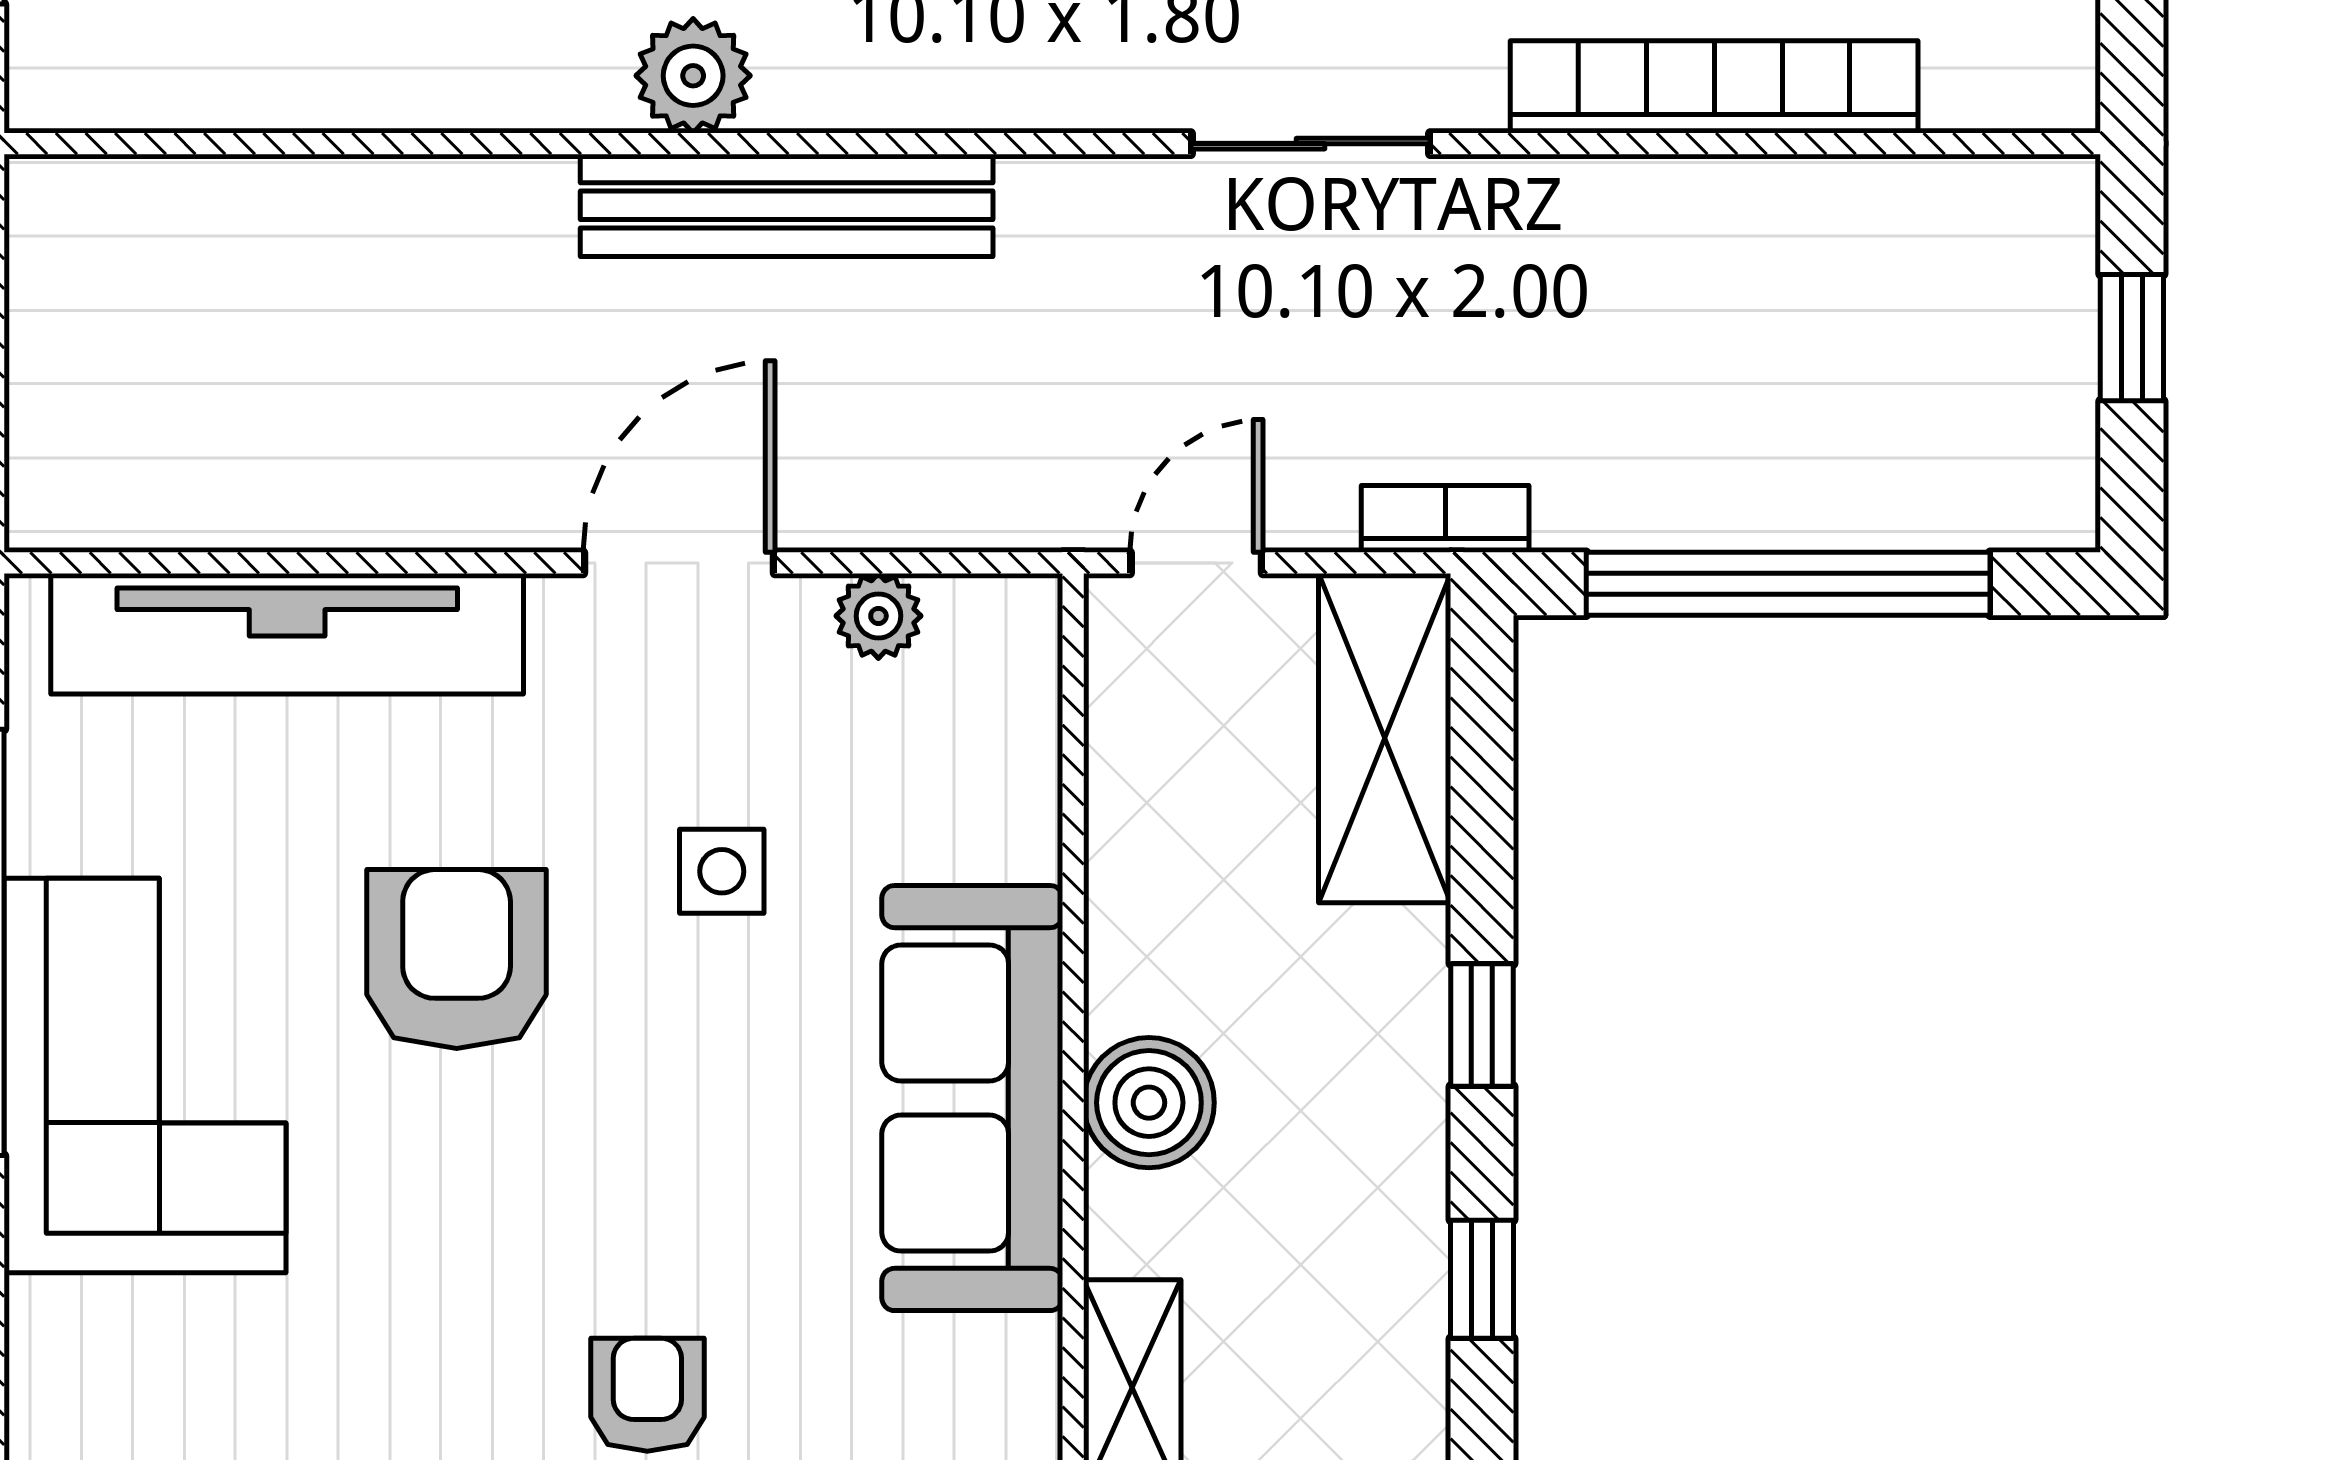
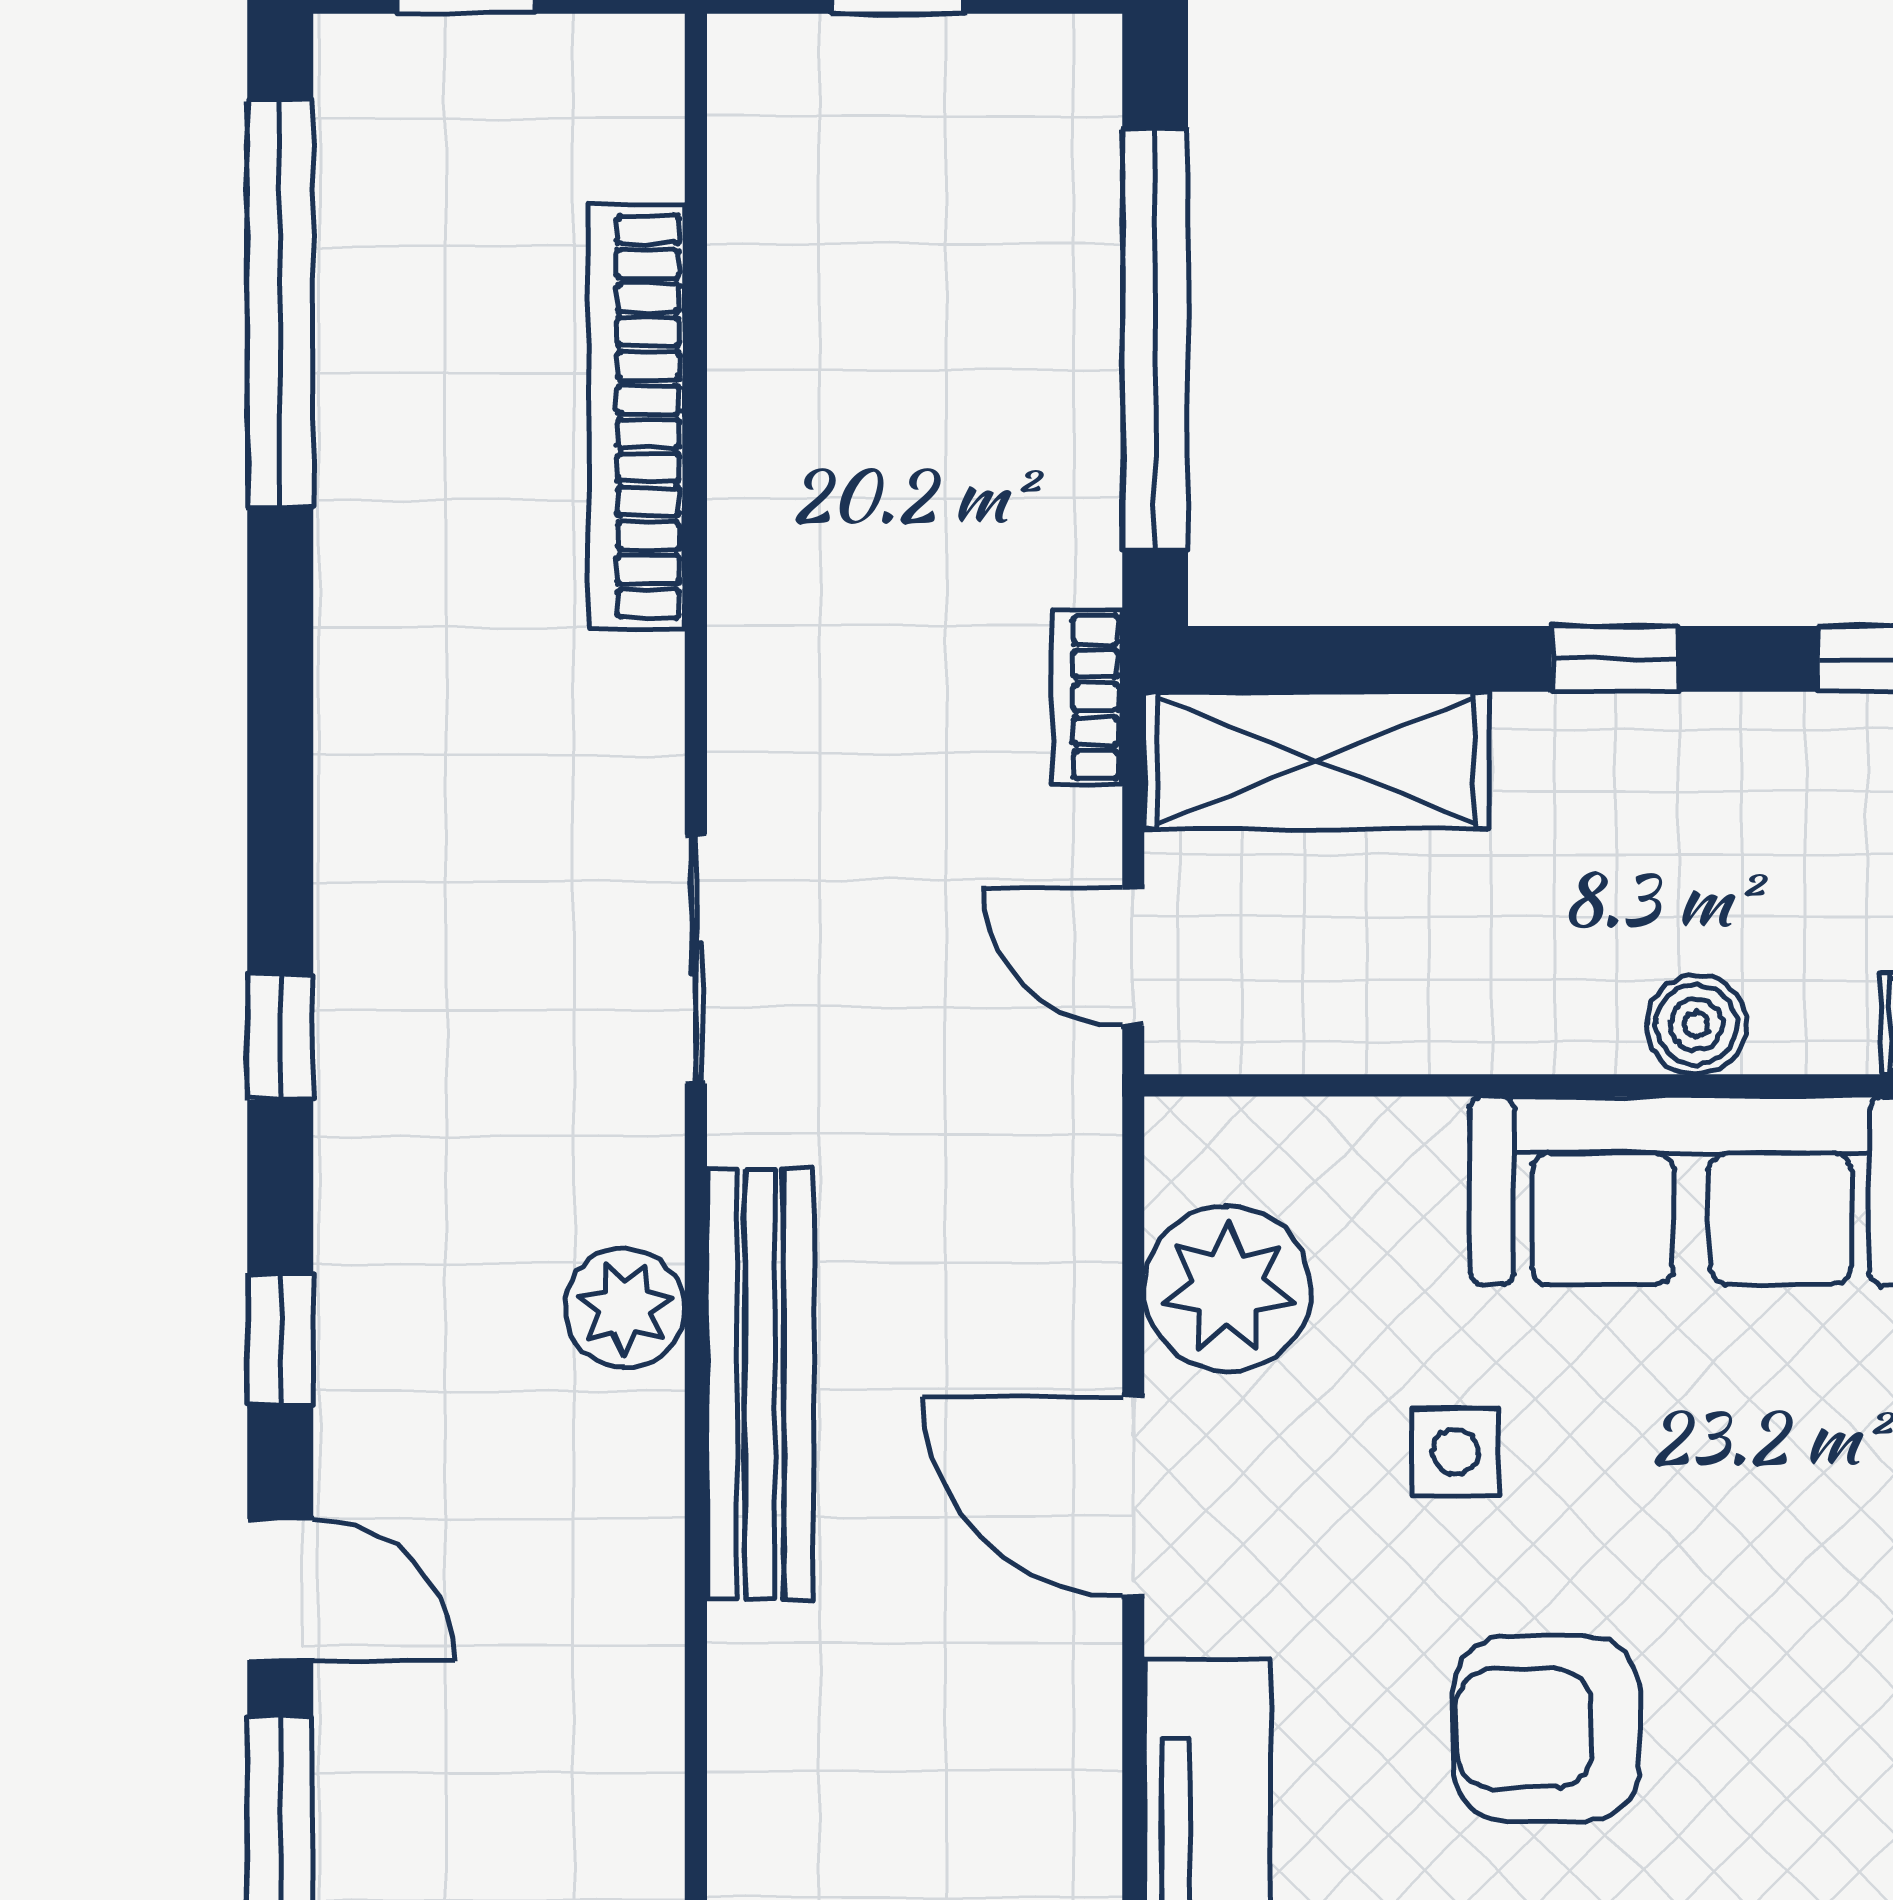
plant: (693, 76) -> (625, 1308), moved
sliding door: (1311, 144) -> (696, 959), moved
plant: (878, 616) -> (1228, 1289), width x1.88, depth x1.88
boiler: (1149, 1103) -> (1696, 1024), width x0.73, depth x0.73

